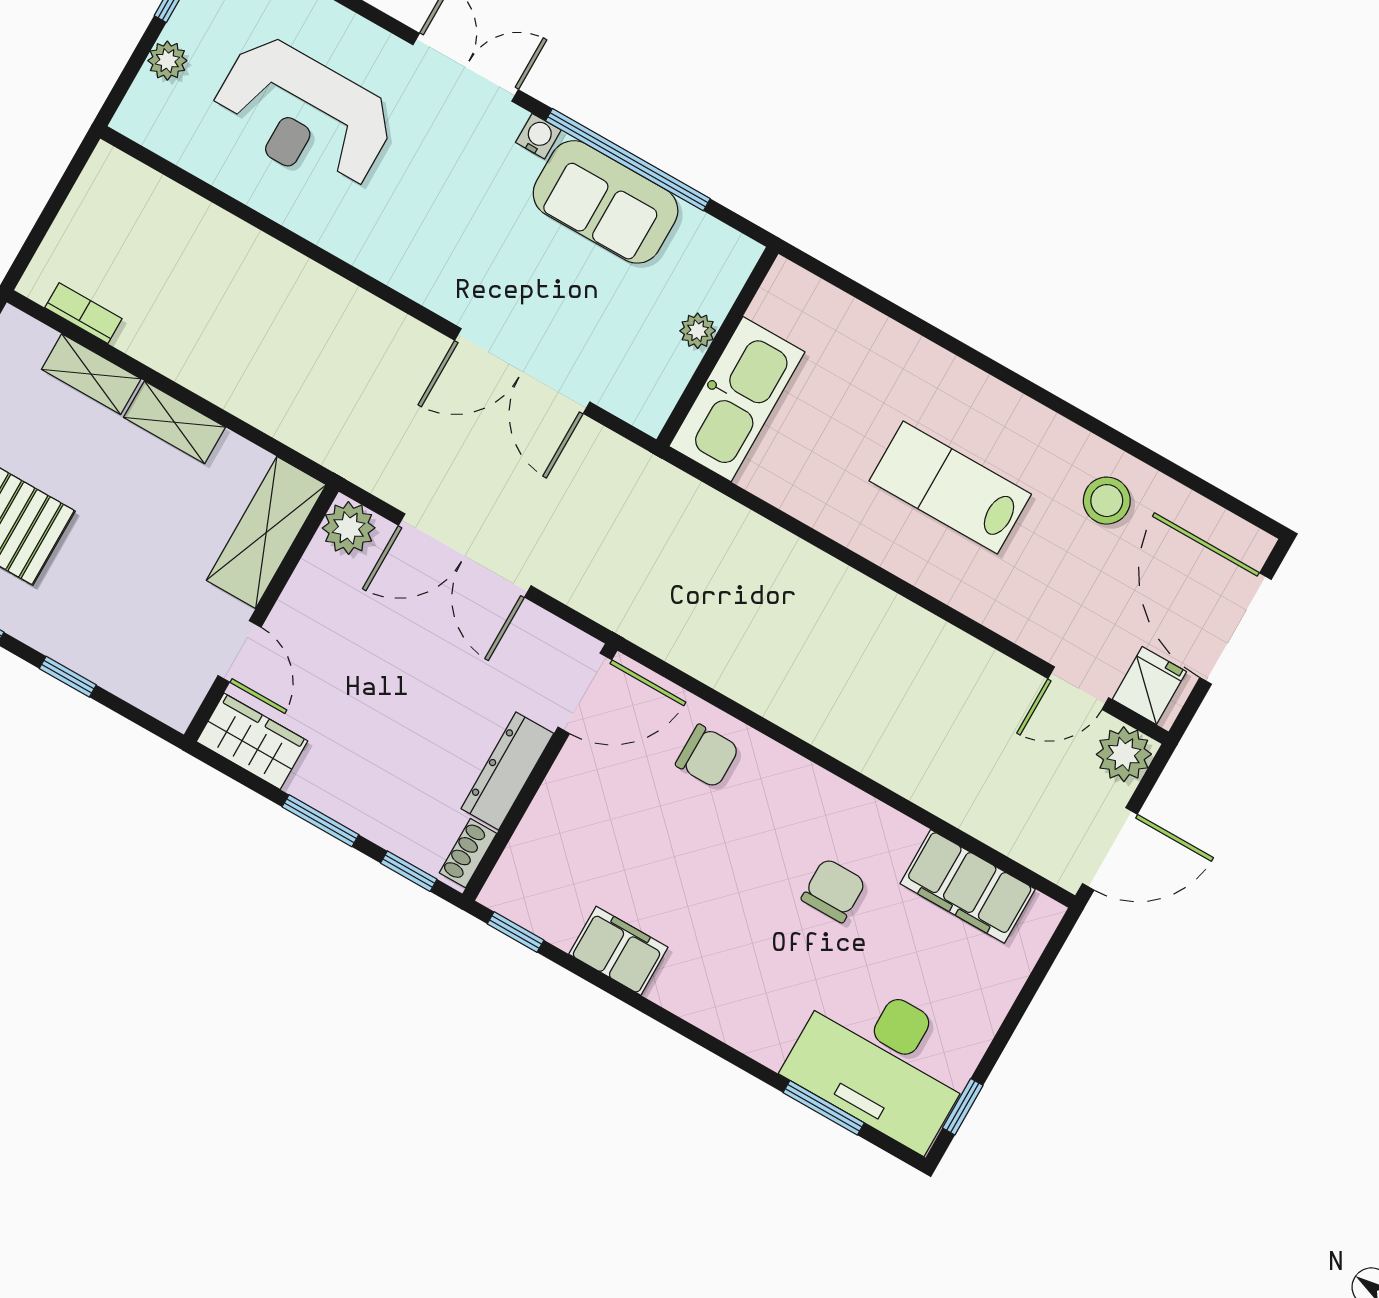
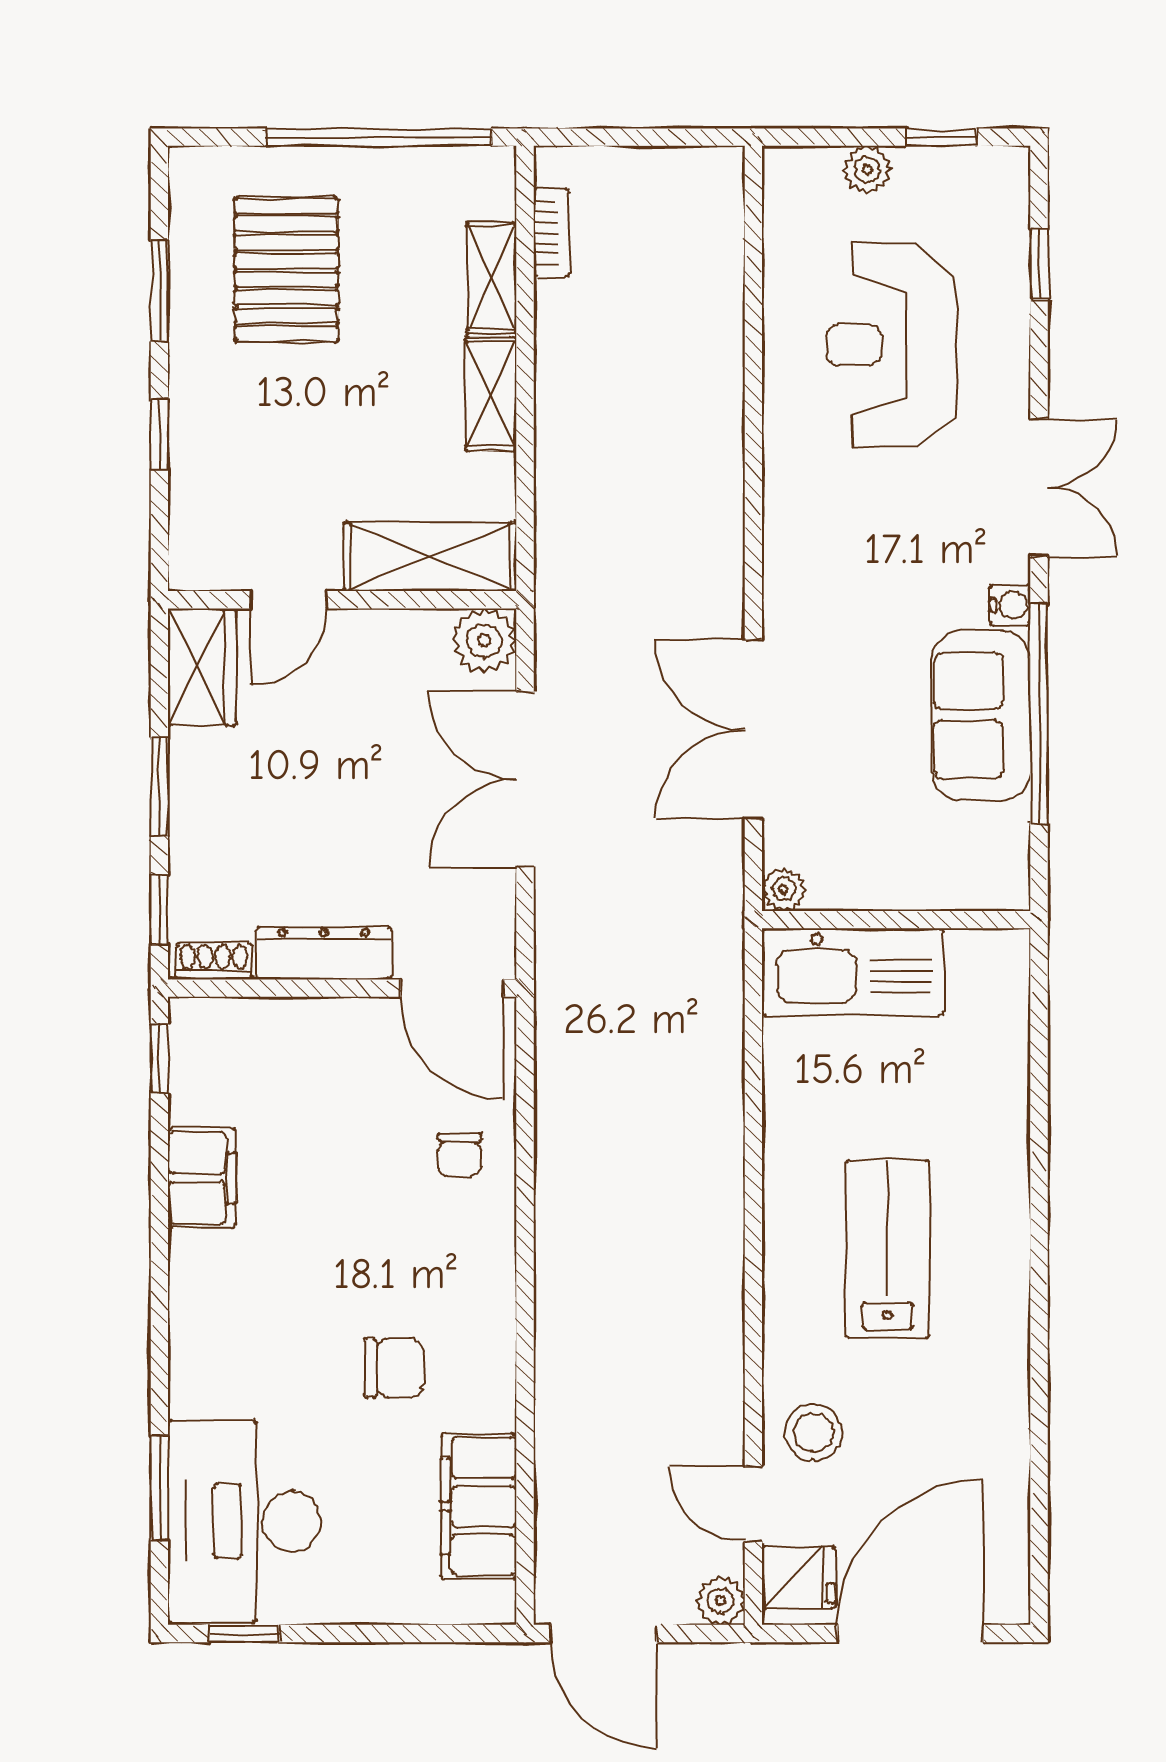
plant: (698, 331) -> (784, 889), moved
stool: (1107, 501) -> (814, 1432), moved
plant: (1124, 754) -> (720, 1601), width x0.73, depth x0.73
chair: (707, 756) -> (460, 1155), width x0.73, depth x0.73

